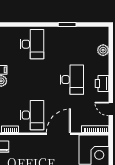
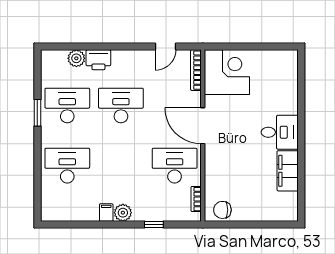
desk: (72, 44) -> (67, 105), added
printer: (102, 83) -> (98, 60), moved

